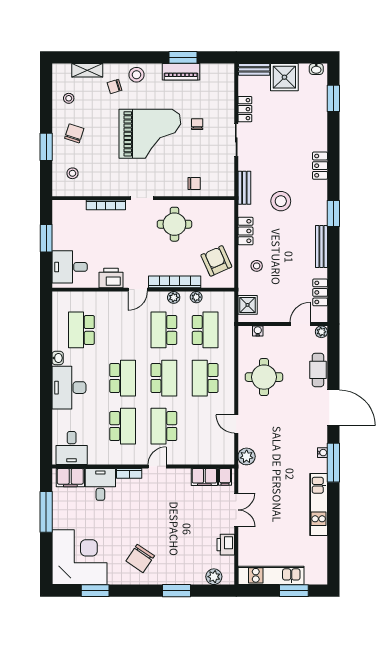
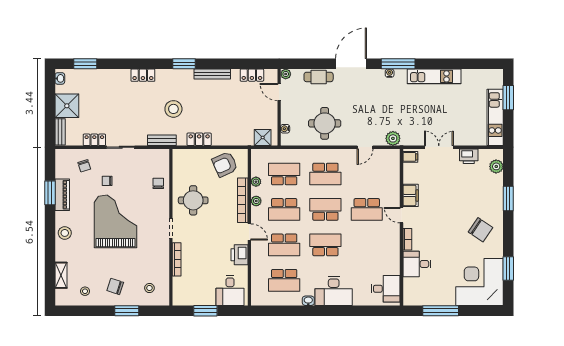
chair: (115, 86) -> (84, 166), moved
stool: (257, 266) -> (229, 130), removed
school desk: (123, 426) -> (284, 245), moved, turned 180
filing cabinet: (204, 477) -> (411, 195), moved
filing cabinet: (70, 478) -> (411, 290), removed

